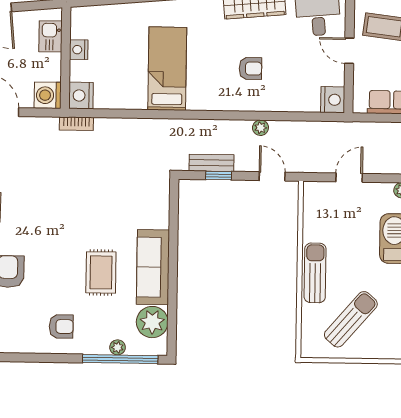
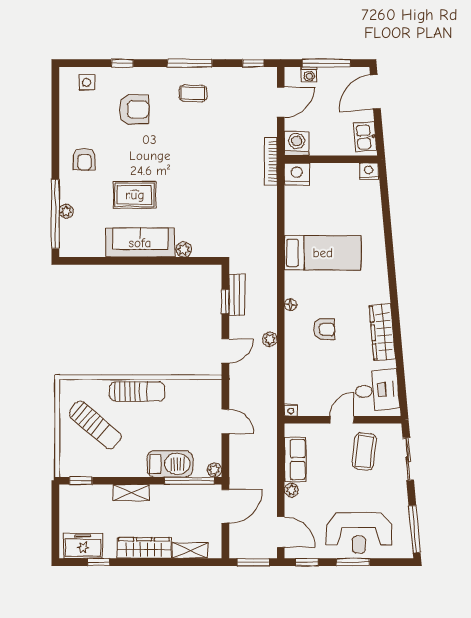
kitchen sink: (50, 36) -> (365, 137), moved, turned -95
nightstand: (79, 50) -> (369, 171), moved
armchair: (250, 68) -> (324, 329), turned -90
nightstand: (333, 100) -> (291, 410), width x0.53, depth x0.56
floor lamp: (223, 105) -> (291, 305), added
bookcase: (76, 124) -> (271, 161), width x1.56
plant: (152, 322) -> (184, 249), moved, width x0.53, depth x0.53

